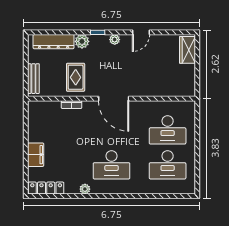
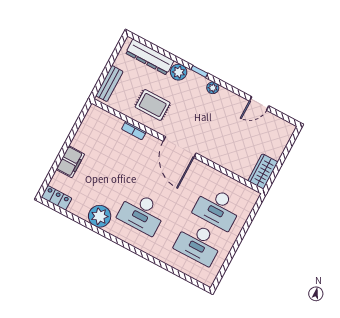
door: (141, 32) -> (259, 103), moved
wardrobe: (187, 50) -> (263, 171), moved
rug: (76, 77) -> (153, 105), turned 90
locker: (46, 188) -> (56, 198), width x0.66
plant: (85, 189) -> (100, 216), width x1.88, depth x1.88

